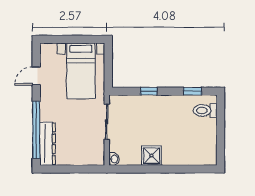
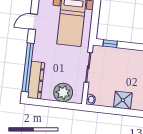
window: (149, 91) -> (110, 44), moved
plant: (81, 154) -> (63, 92), added

